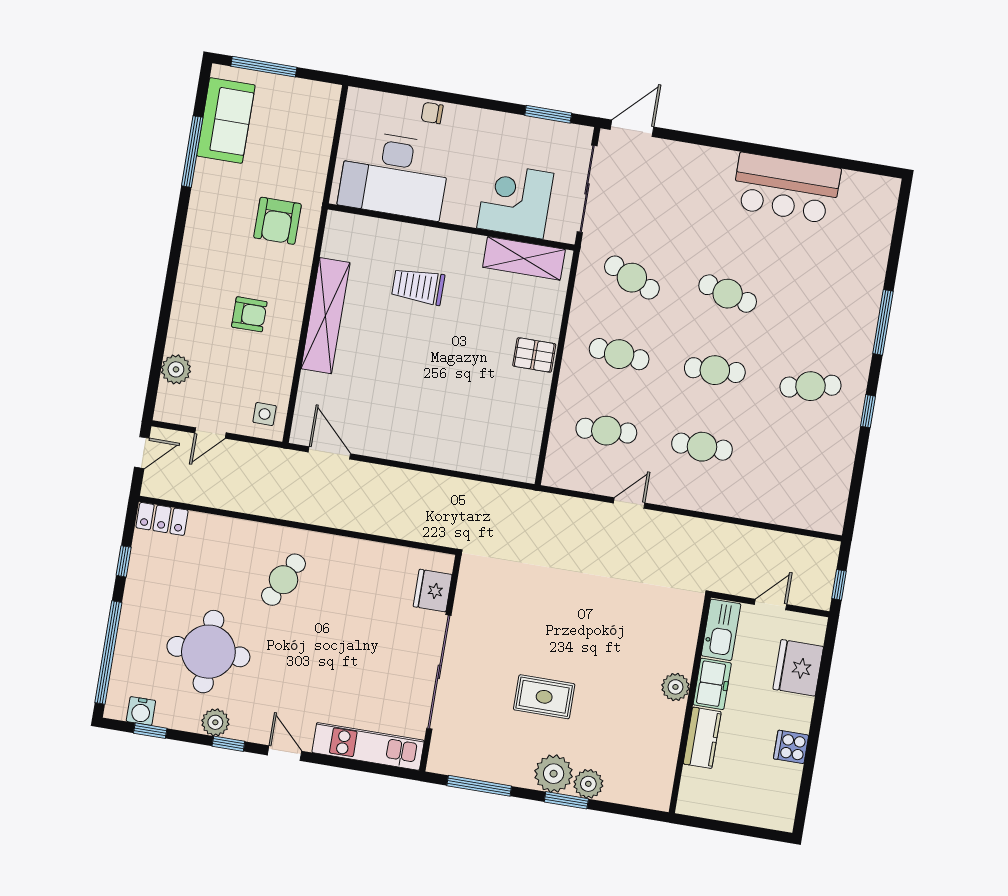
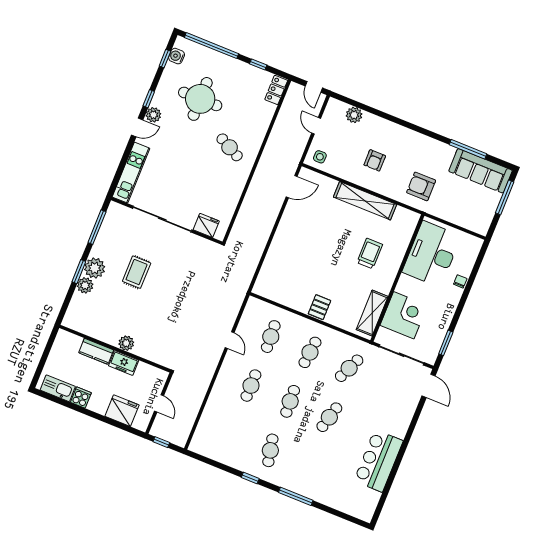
sofa: (226, 120) -> (481, 171), width x1.36
kitchen sink: (721, 630) -> (58, 388), moved, turned 180
plant: (215, 722) -> (153, 115), moved

